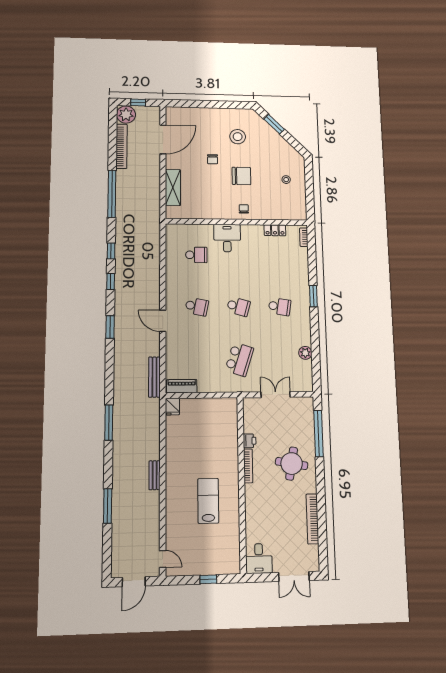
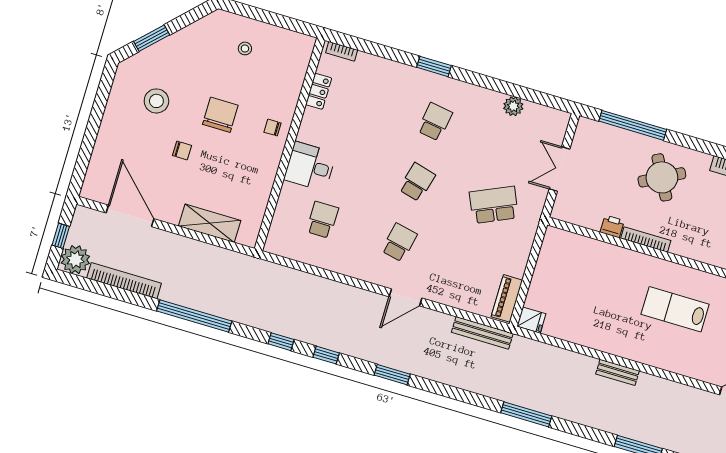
school desk: (239, 359) -> (494, 205), turned -42
round table: (292, 464) -> (662, 177), turned -38

